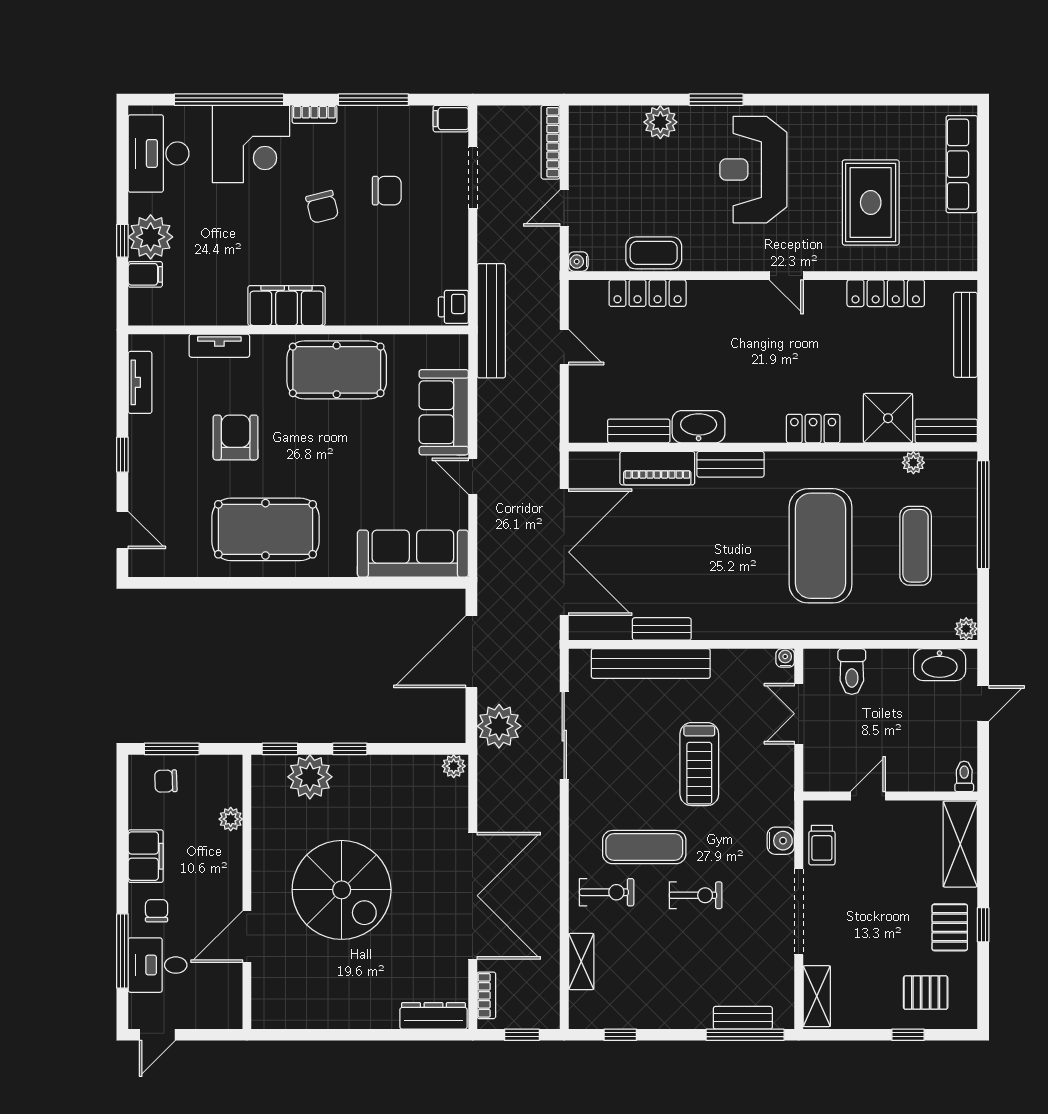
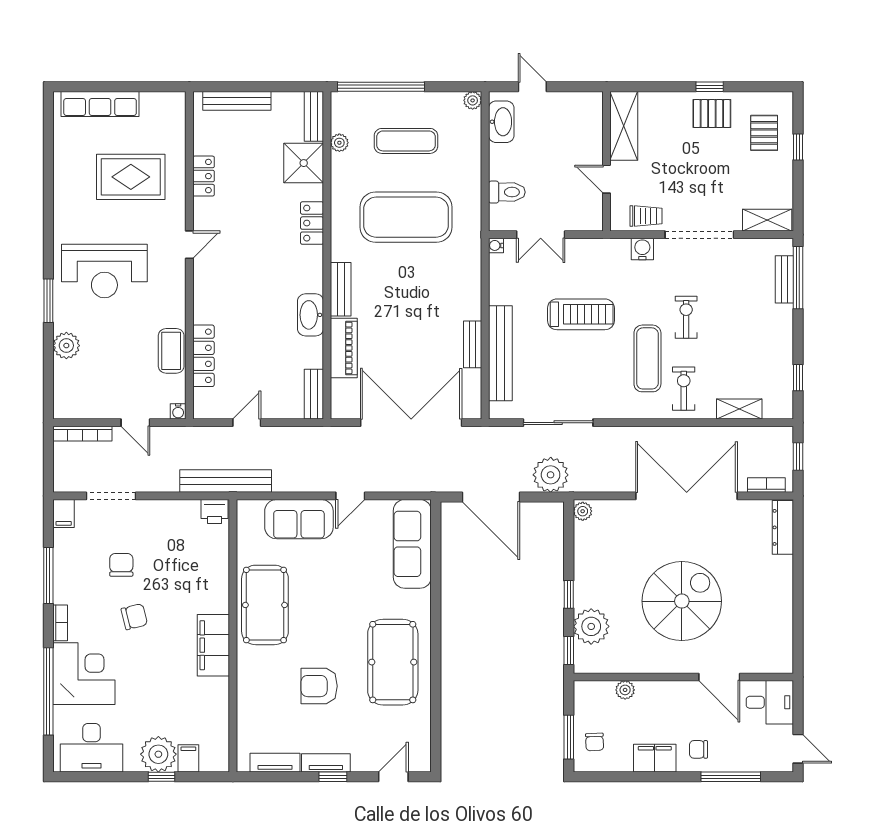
locker: (886, 293) -> (204, 176), width x0.66
tv unit: (219, 346) -> (326, 763), moved, turned -90
bench: (639, 431) -> (314, 394), moved
toilet: (964, 776) -> (591, 102), removed
shelving: (960, 844) -> (624, 126), moved, turned 90
desk: (158, 965) -> (770, 702), moved, turned -90

